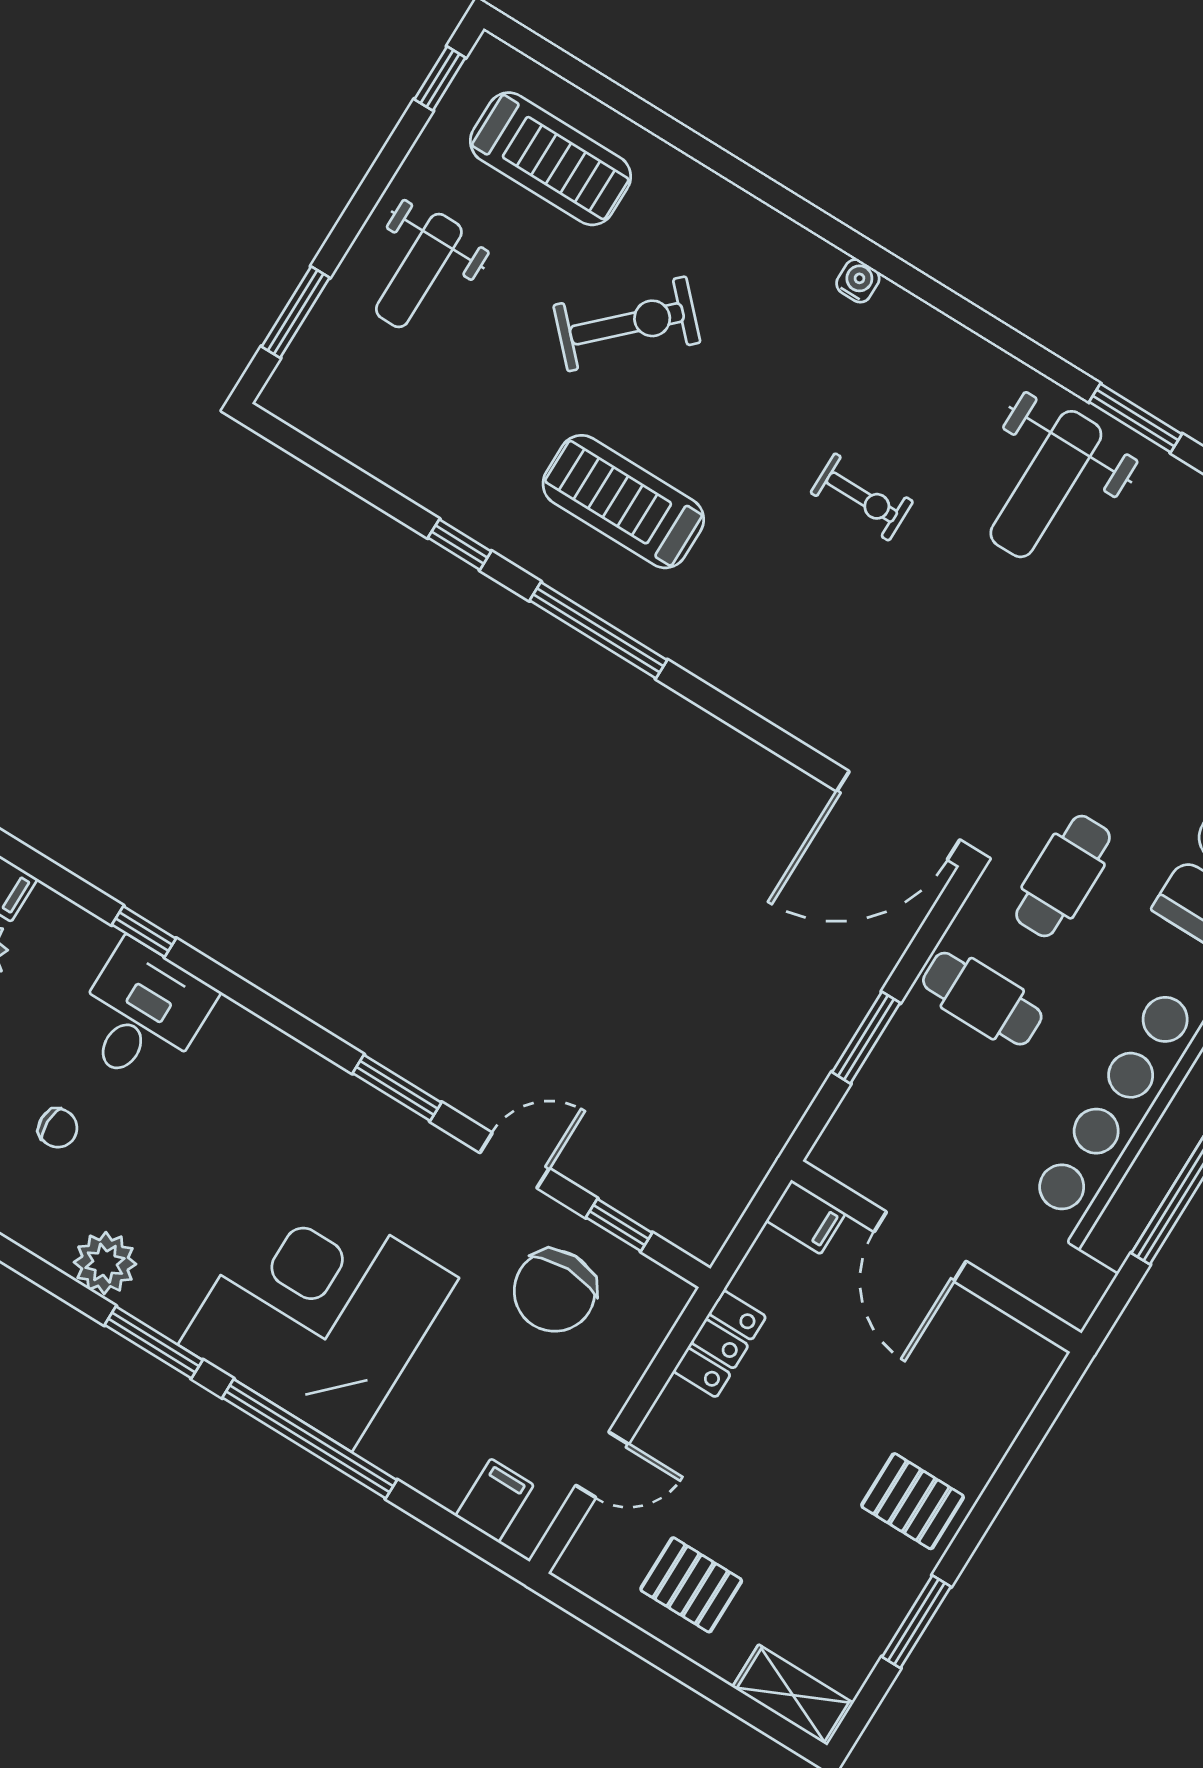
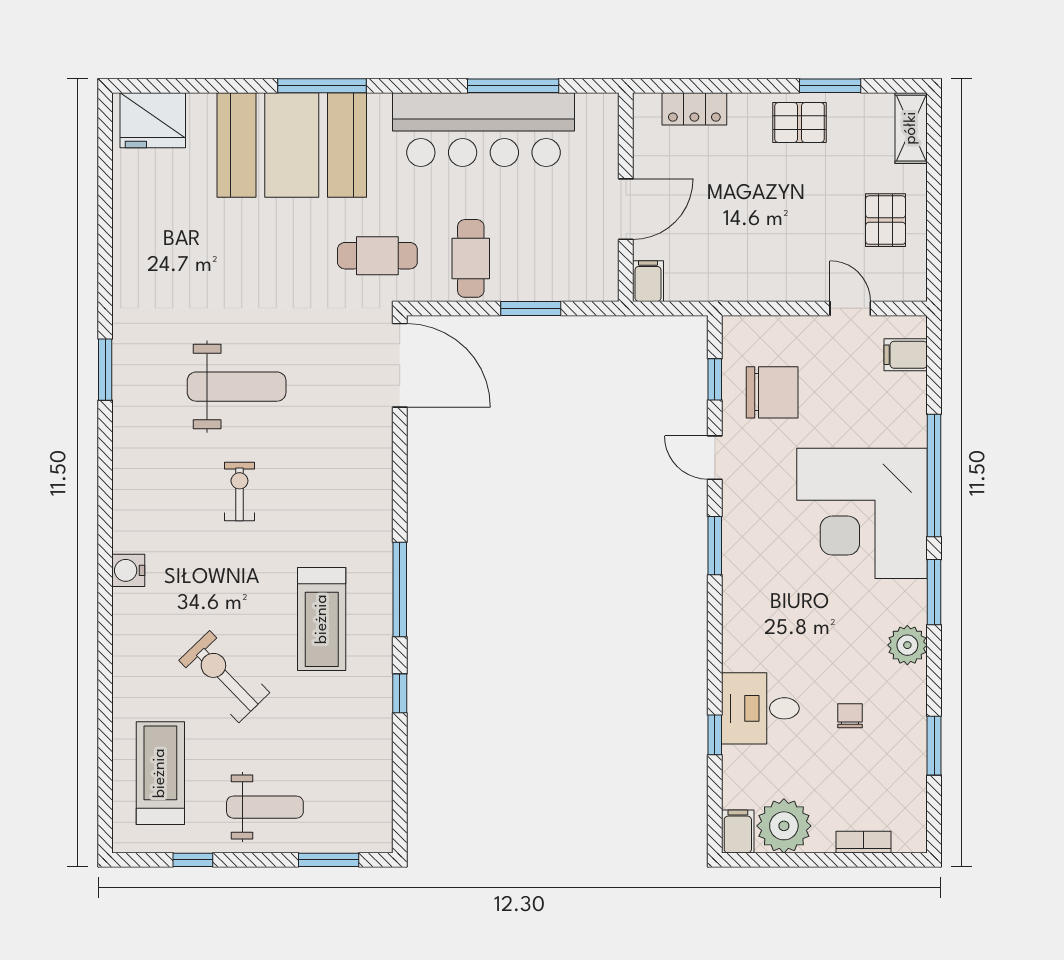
window: (440, 78) -> (193, 860), moved
water cooler: (858, 281) -> (128, 570), width x1.38, depth x1.38
weight bench: (1046, 484) -> (237, 387), moved
locker: (720, 1344) -> (694, 109), moved, turned 180
pallet: (913, 1501) -> (800, 122), moved, turned 90

